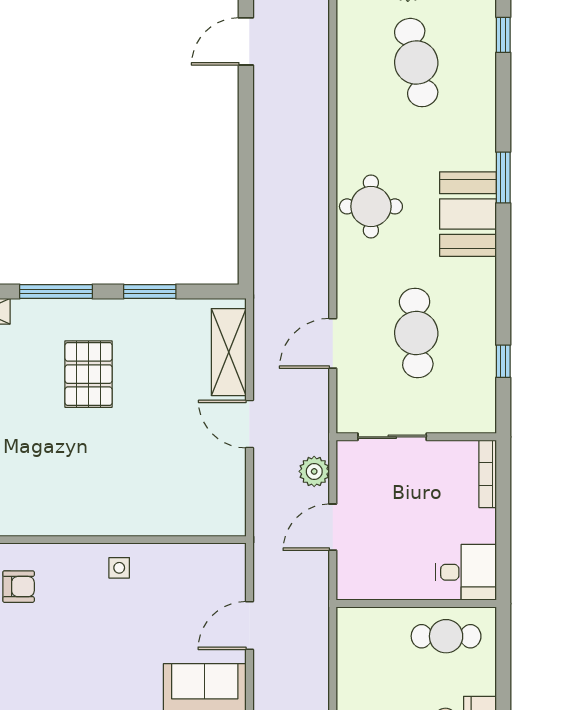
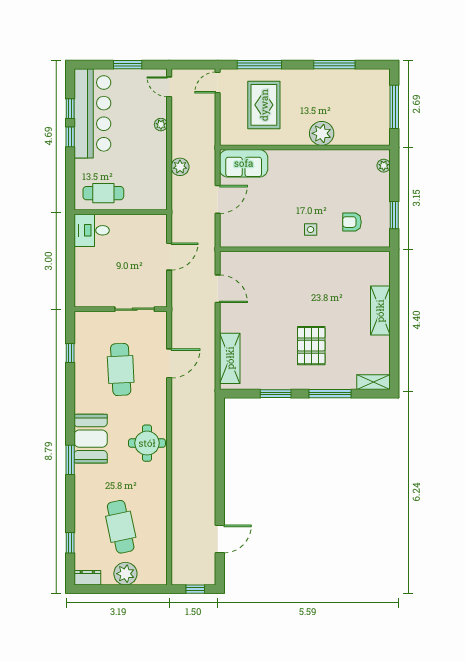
door: (249, 424) -> (218, 289), moved
plant: (314, 471) -> (180, 167), moved
bookcase: (488, 474) -> (79, 288), removed
side table: (119, 568) -> (311, 230), moved

